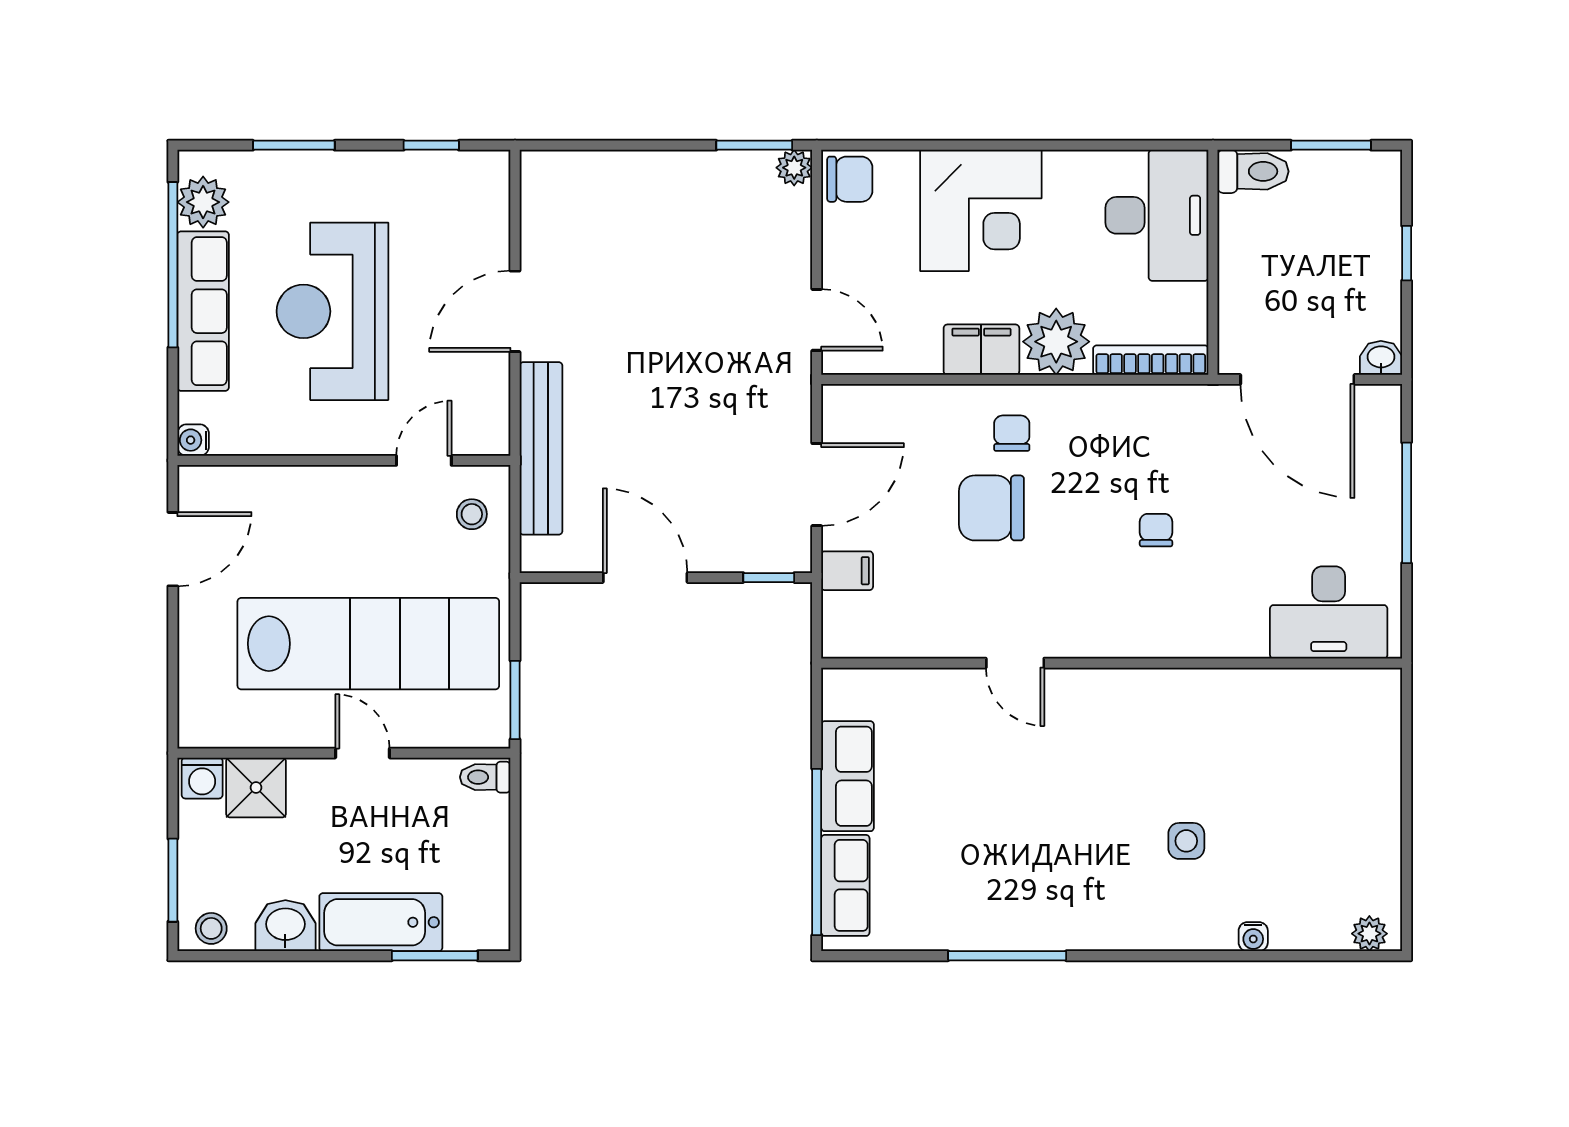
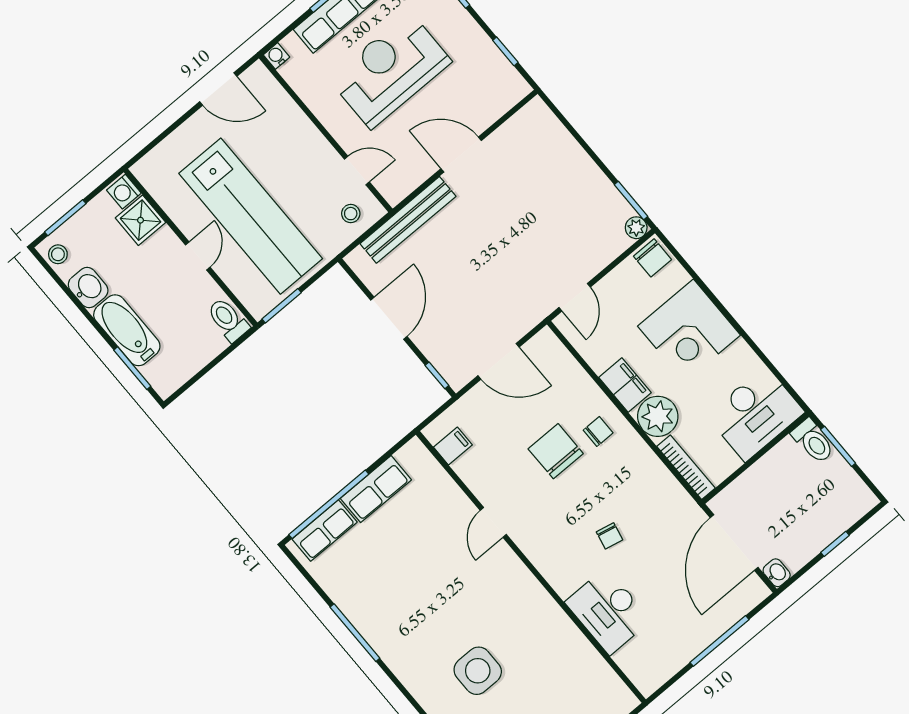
window: (1331, 145) -> (838, 446), moved
chair: (1156, 530) -> (609, 536), turned 102
filing cabinet: (847, 571) -> (453, 446), moved, turned -90
desk: (1329, 612) -> (608, 611), moved
toilet: (485, 777) -> (228, 320), width x1.37, depth x1.39
side table: (1186, 841) -> (478, 671), width x1.87, depth x1.87

